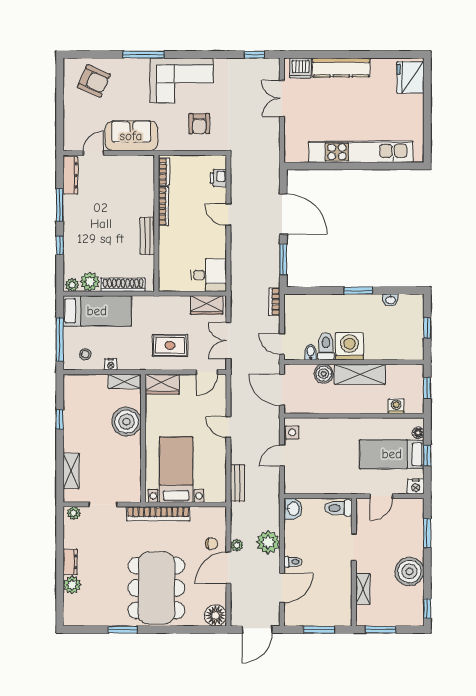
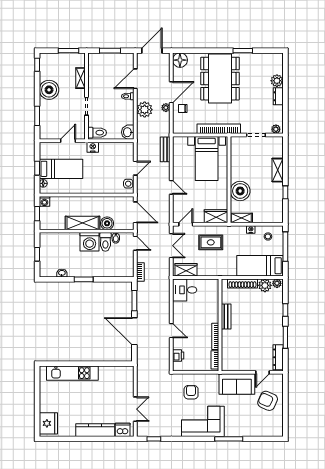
armchair: (94, 81) -> (268, 401), moved
kitchen unit: (361, 152) -> (72, 373), width x0.73
washing machine: (396, 406) -> (44, 201), moved
shelving: (71, 471) -> (278, 170), moved
nightstand: (416, 486) -> (93, 147), moved

